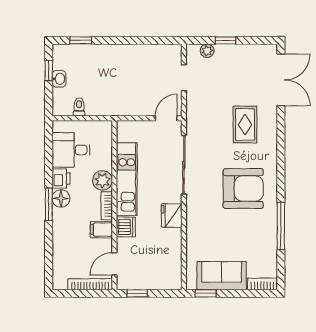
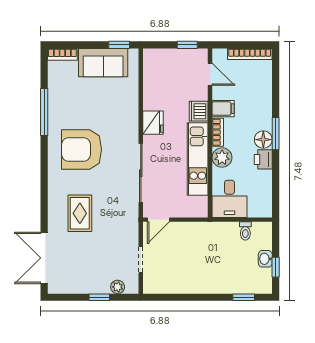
desk: (71, 150) -> (229, 199), moved, turned 90
door: (114, 264) -> (210, 74), hinge flipped
bookcase: (90, 284) -> (250, 54), moved

